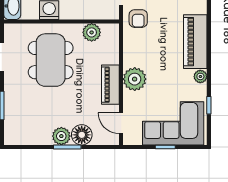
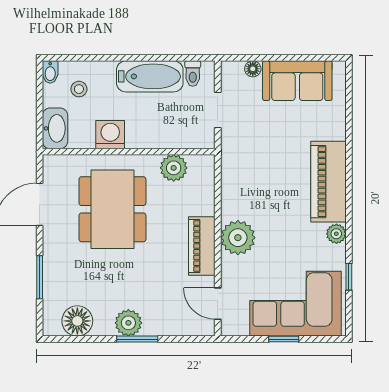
armchair: (138, 19) -> (243, 147), removed
floor lamp: (82, 135) -> (77, 321), moved

